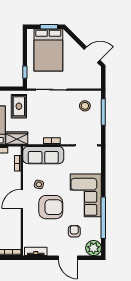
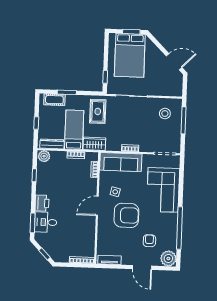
corner sofa: (86, 195) -> (163, 190), moved

